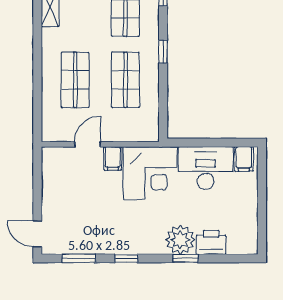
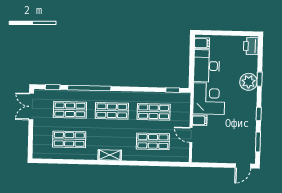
window: (163, 52) -> (173, 90), moved
printer: (211, 242) -> (251, 46), moved

